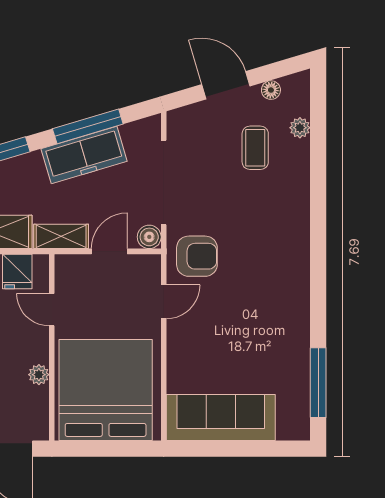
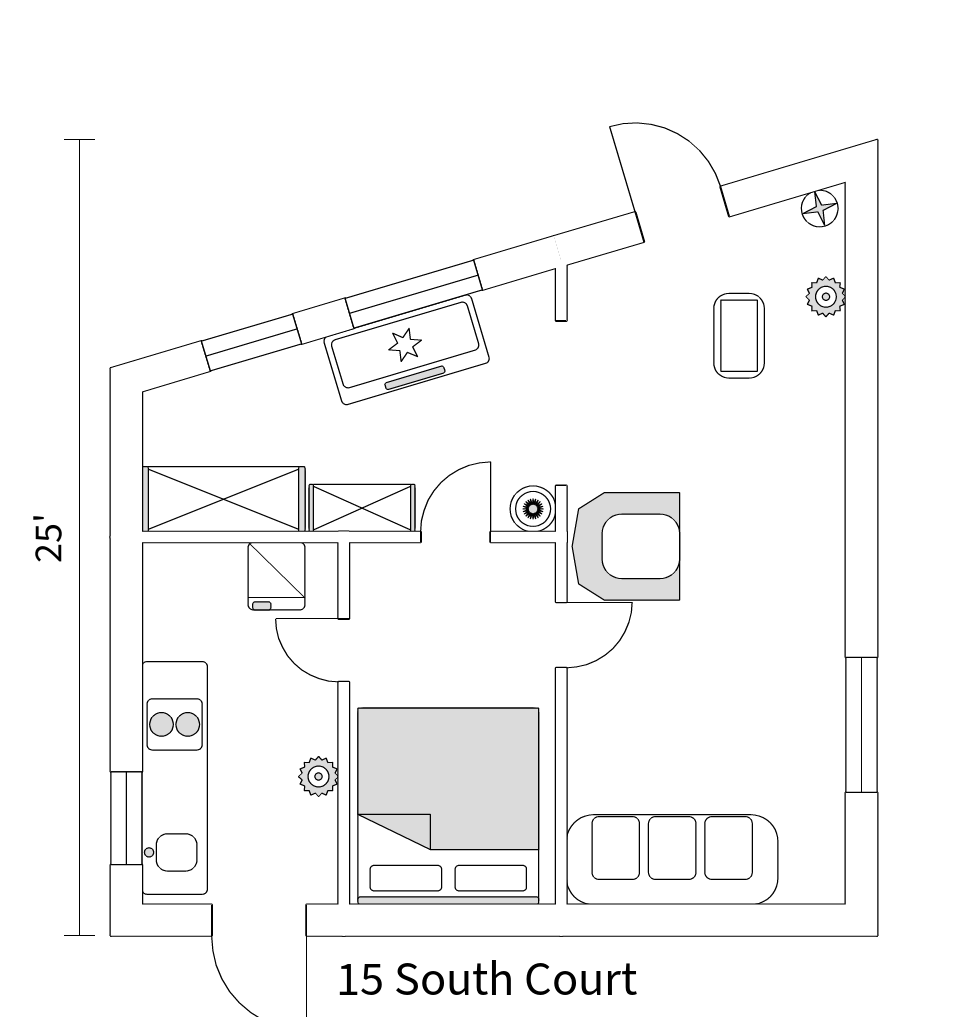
floor lamp: (271, 90) -> (820, 209), moved
armchair: (197, 256) -> (626, 546), width x1.36, depth x1.36
window: (318, 383) -> (862, 725), moved

